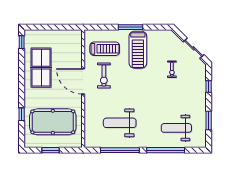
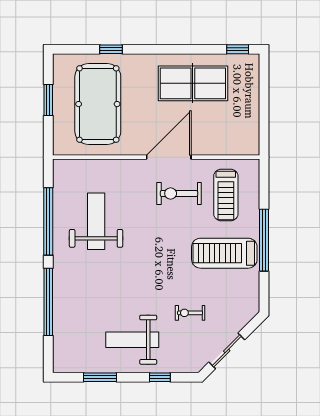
window: (130, 27) -> (264, 240), width x1.46
weight bench: (176, 128) -> (132, 340), moved, turned -90

